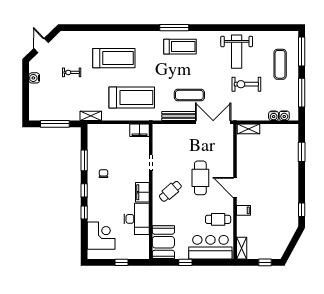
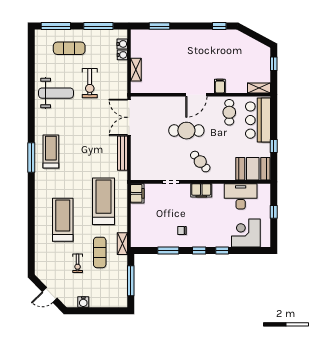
exercise mat: (189, 95) -> (100, 252), moved
shelving: (248, 129) -> (136, 70), moved
desk: (137, 219) -> (241, 196), moved

